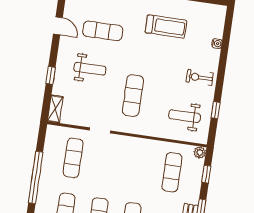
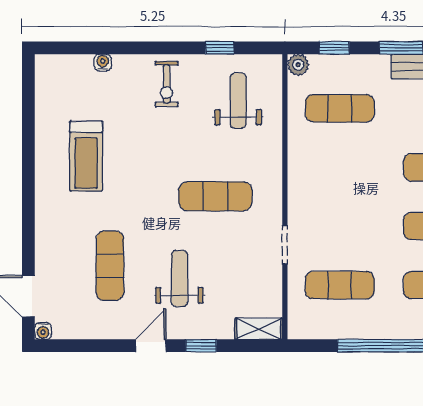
door: (58, 26) -> (151, 346), moved
treadmill: (166, 26) -> (86, 156), turned 180
weight bench: (185, 116) -> (238, 101), turned 180

